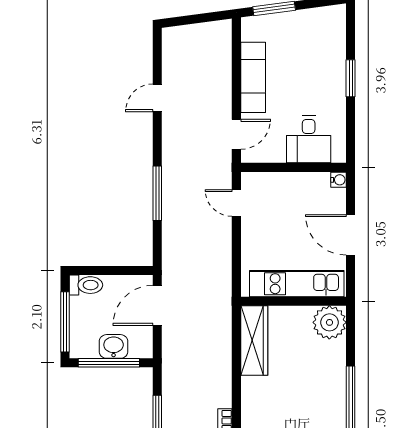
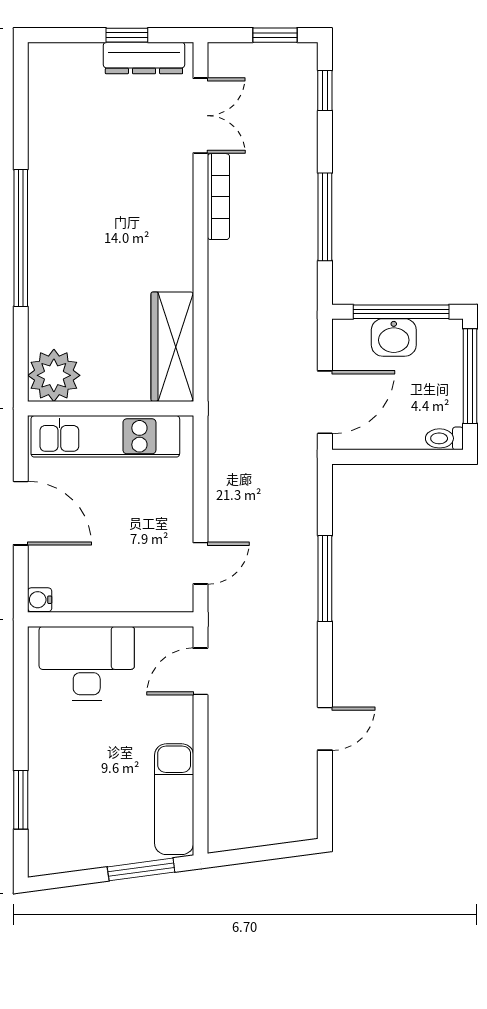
exam couch: (253, 77) -> (174, 799), moved
window: (351, 78) -> (21, 800), moved
desk: (309, 139) -> (87, 664), width x1.37
door: (236, 203) -> (200, 563), hinge flipped
toilet: (86, 285) -> (444, 438), width x0.73, depth x0.72

